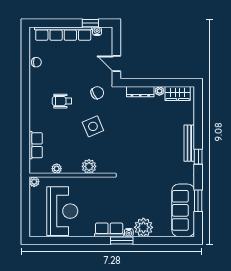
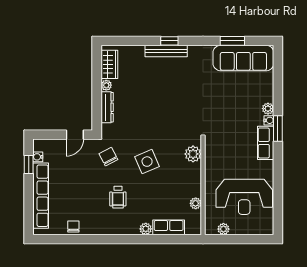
plant: (34, 125) -> (146, 229), added
window: (198, 157) -> (169, 41), moved
plant: (89, 166) -> (193, 154), moved
plant: (34, 182) -> (223, 229), moved
reception desk: (62, 211) -> (244, 197), turned 180
plant: (143, 227) -> (268, 109), width x0.53, depth x0.53

